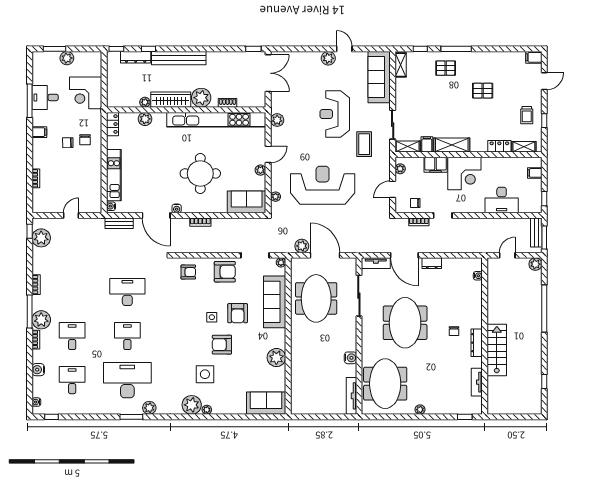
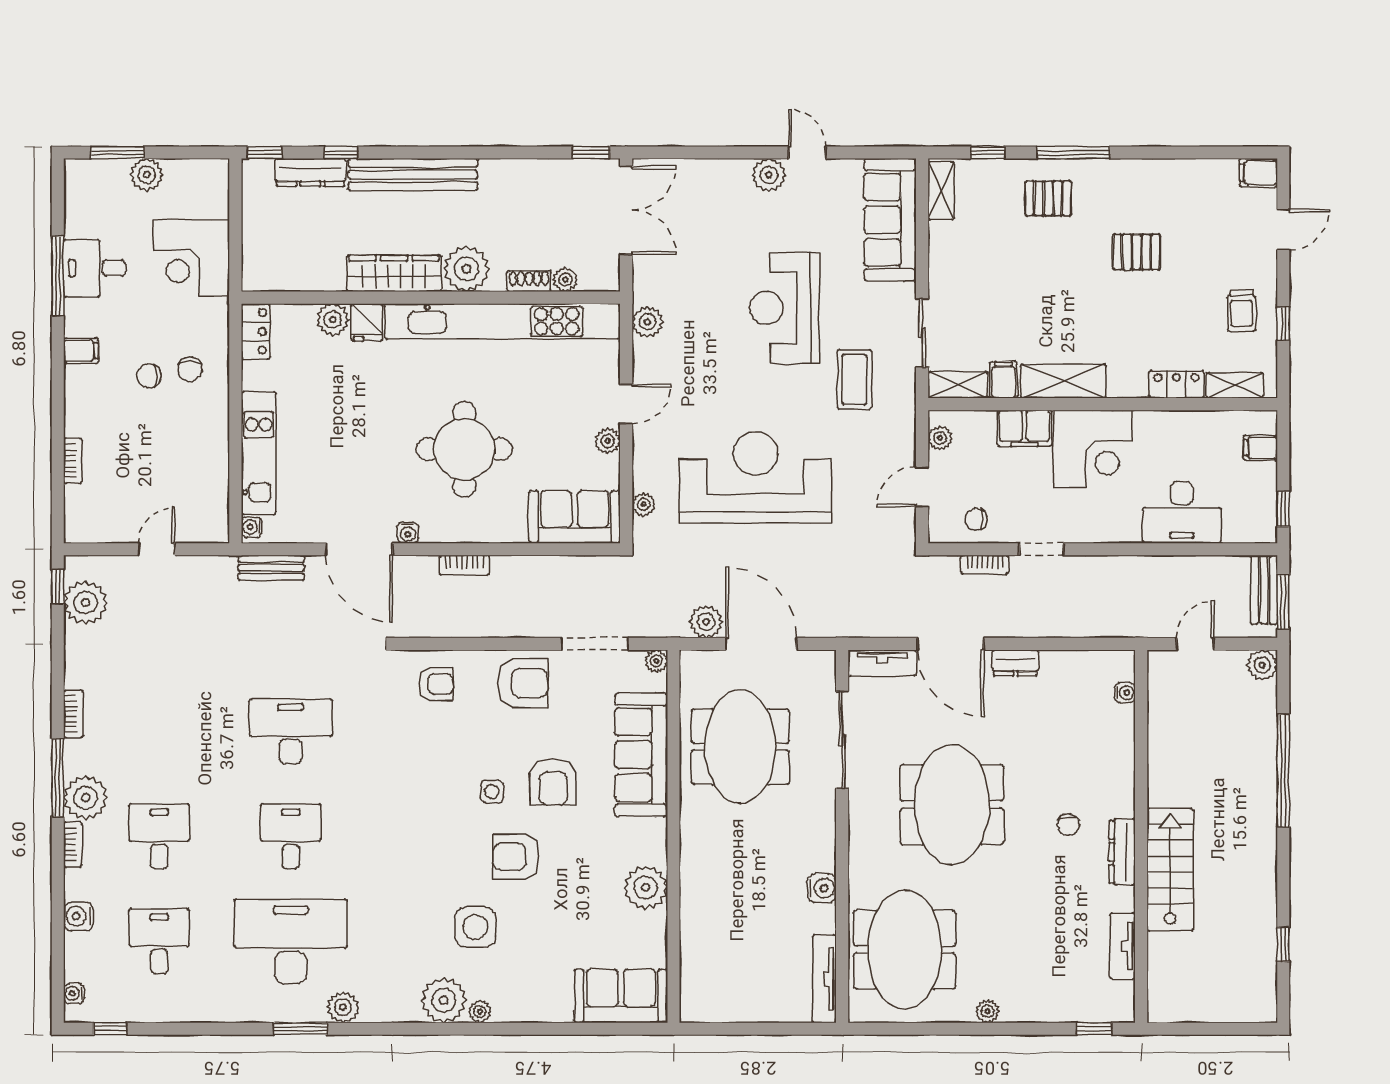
plant: (145, 102) -> (565, 280), moved
fridge: (159, 120) -> (367, 322), added

